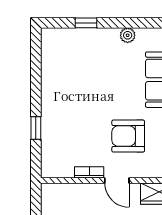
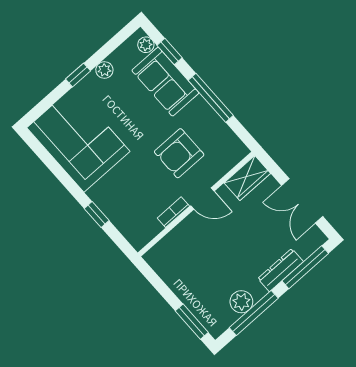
window: (86, 23) -> (78, 75), moved
corner sofa: (68, 67) -> (78, 140), added

